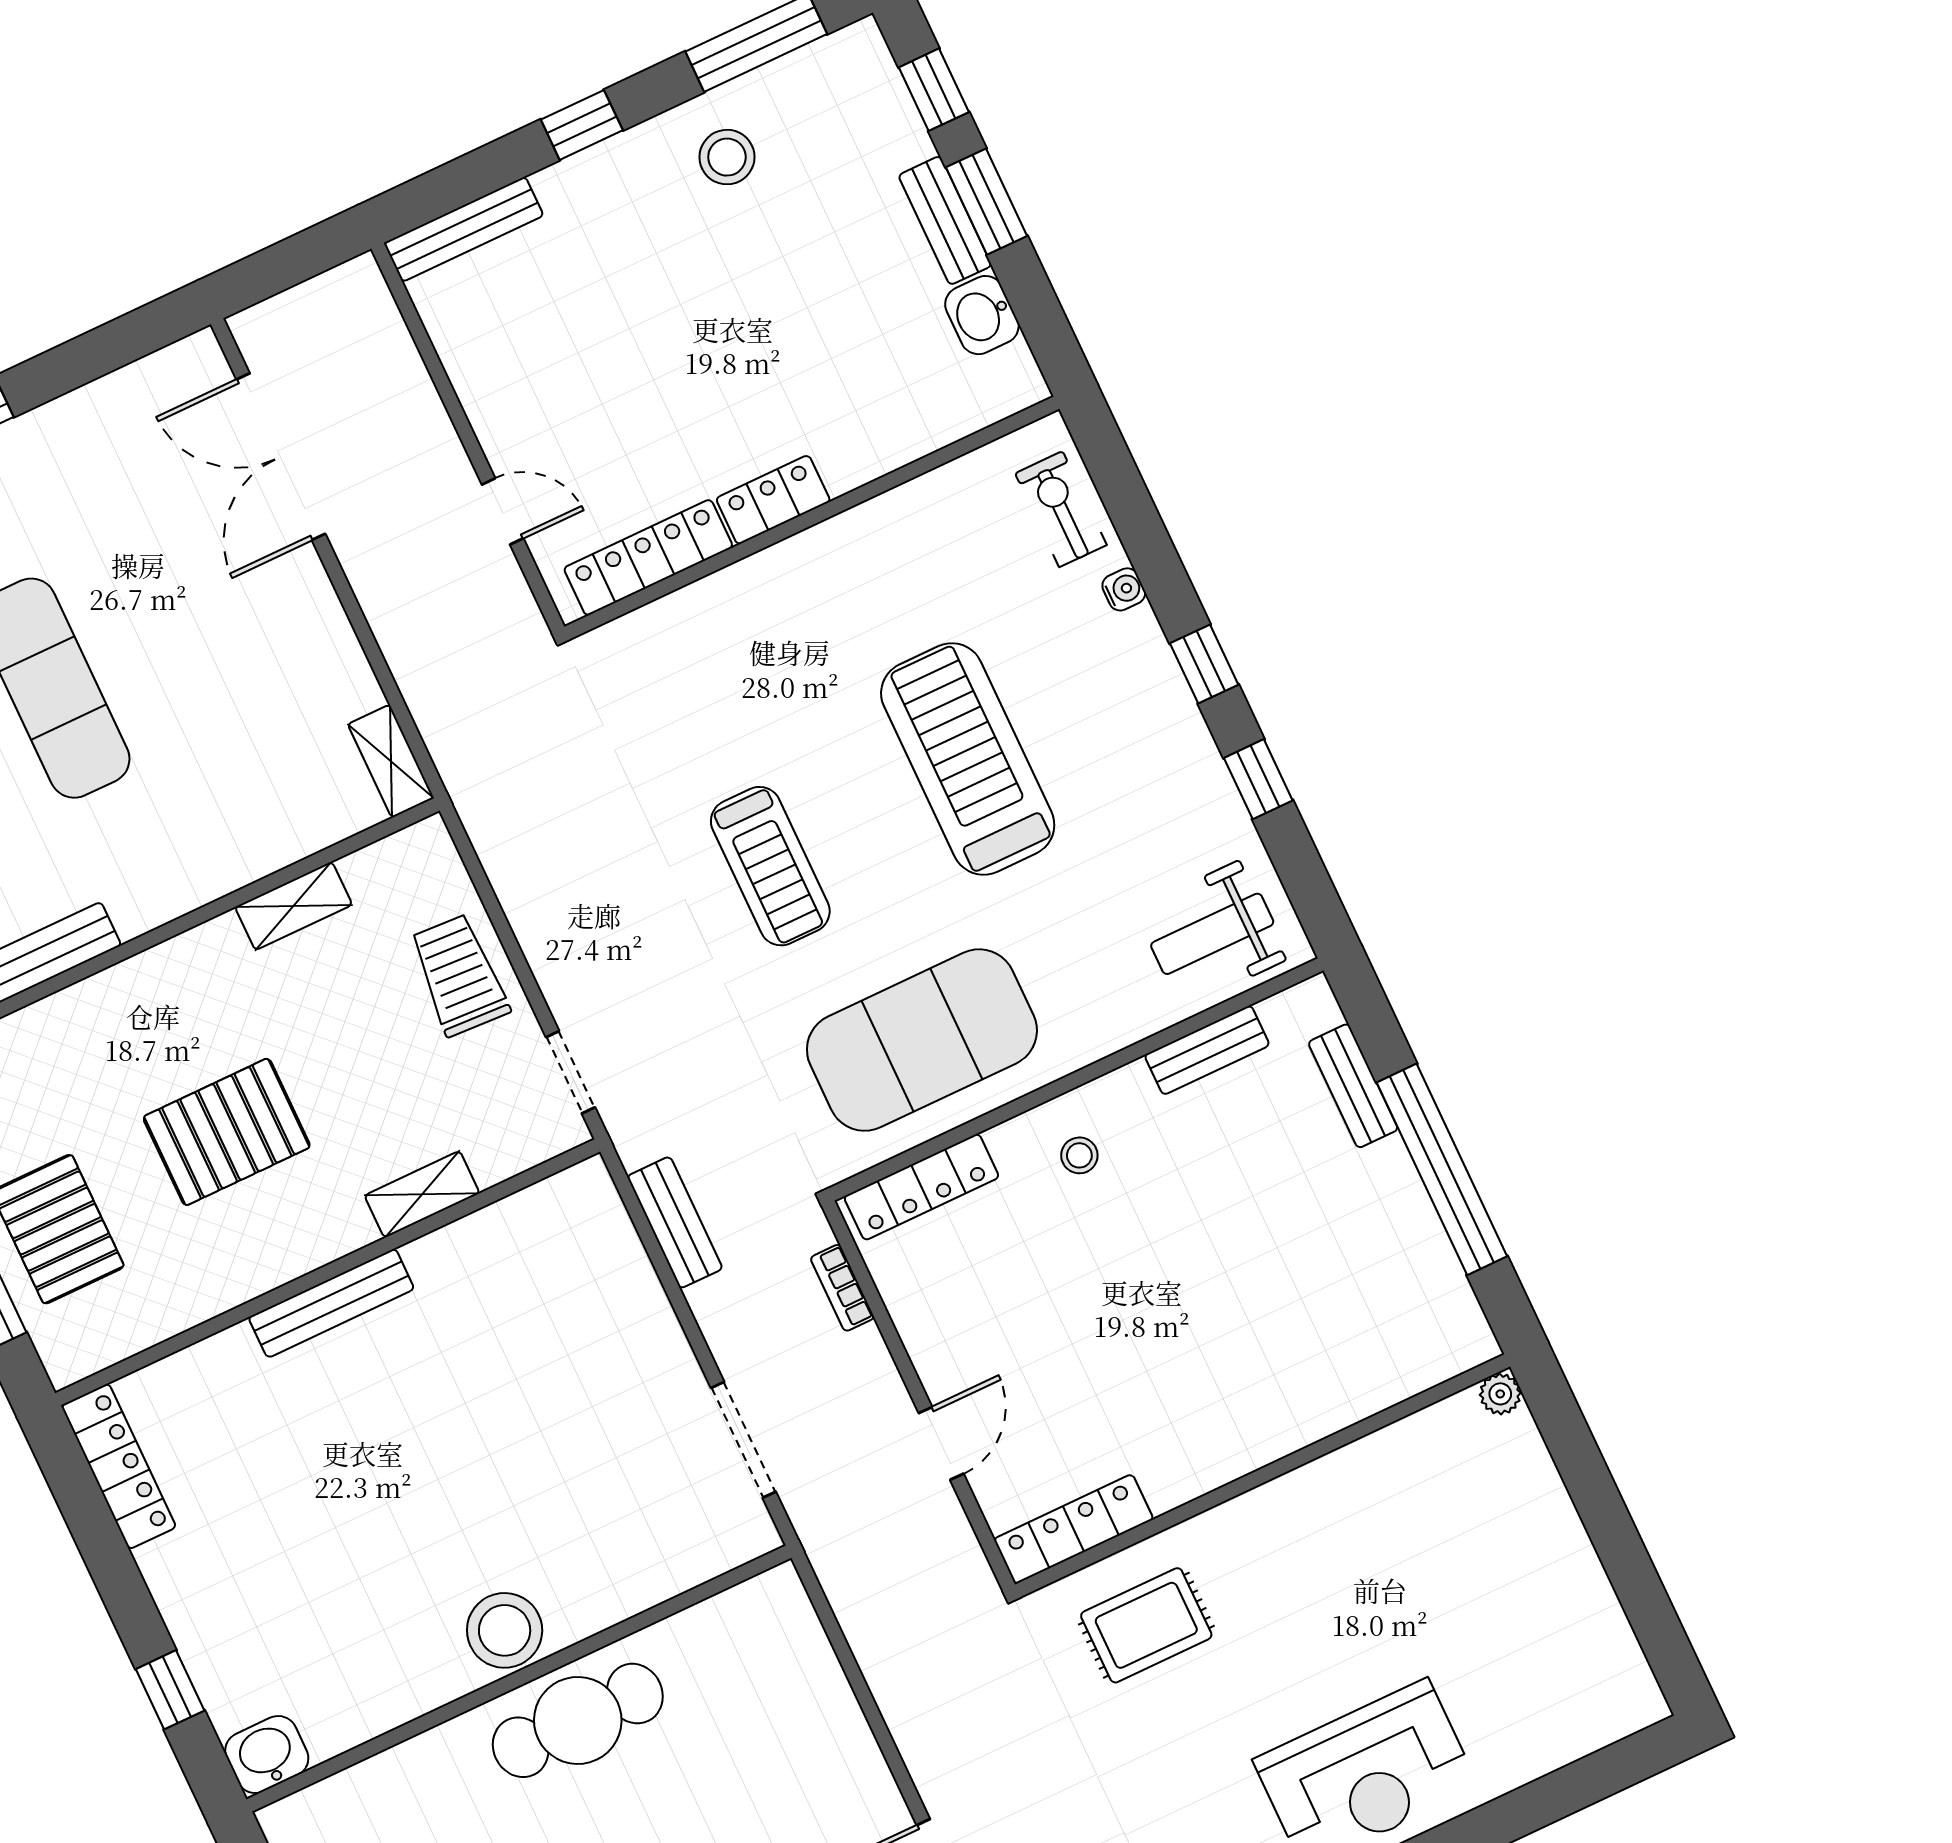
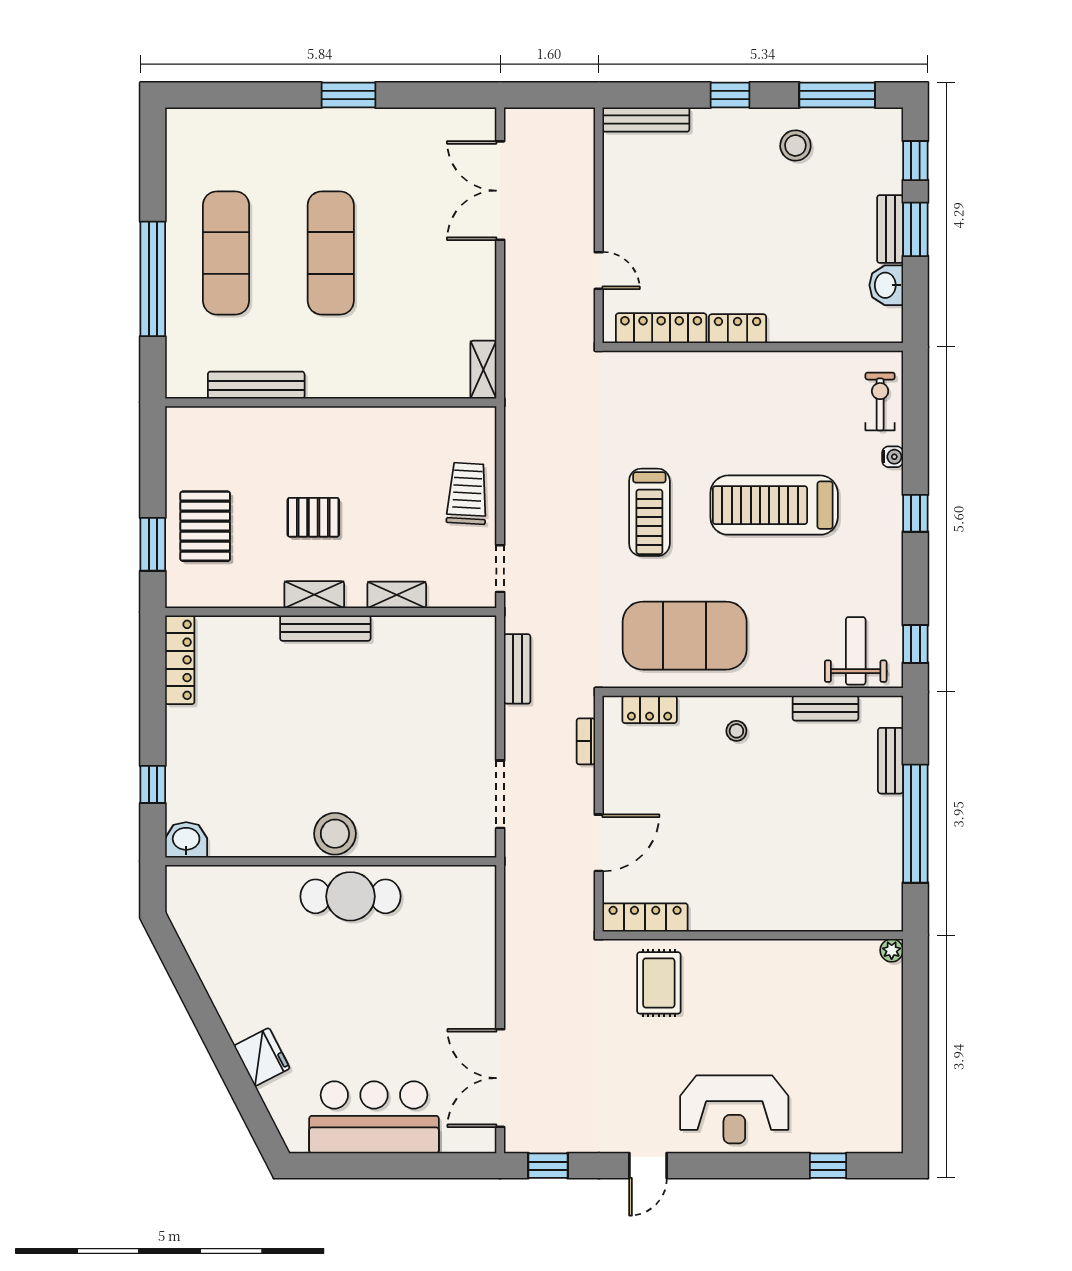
treadmill: (968, 759) -> (774, 505), turned -90
window: (1258, 779) -> (915, 644), moved
shelving: (294, 906) -> (314, 595), moved
weight bench: (1212, 934) -> (856, 651), turned 90
pallet: (227, 1132) -> (313, 517), width x0.67, depth x0.71
locker: (921, 1187) -> (650, 709), width x0.66
door: (941, 1443) -> (599, 843), width x1.38
rug: (1146, 1625) -> (659, 983), turned 90
window: (1562, 1793) -> (828, 1166), added

